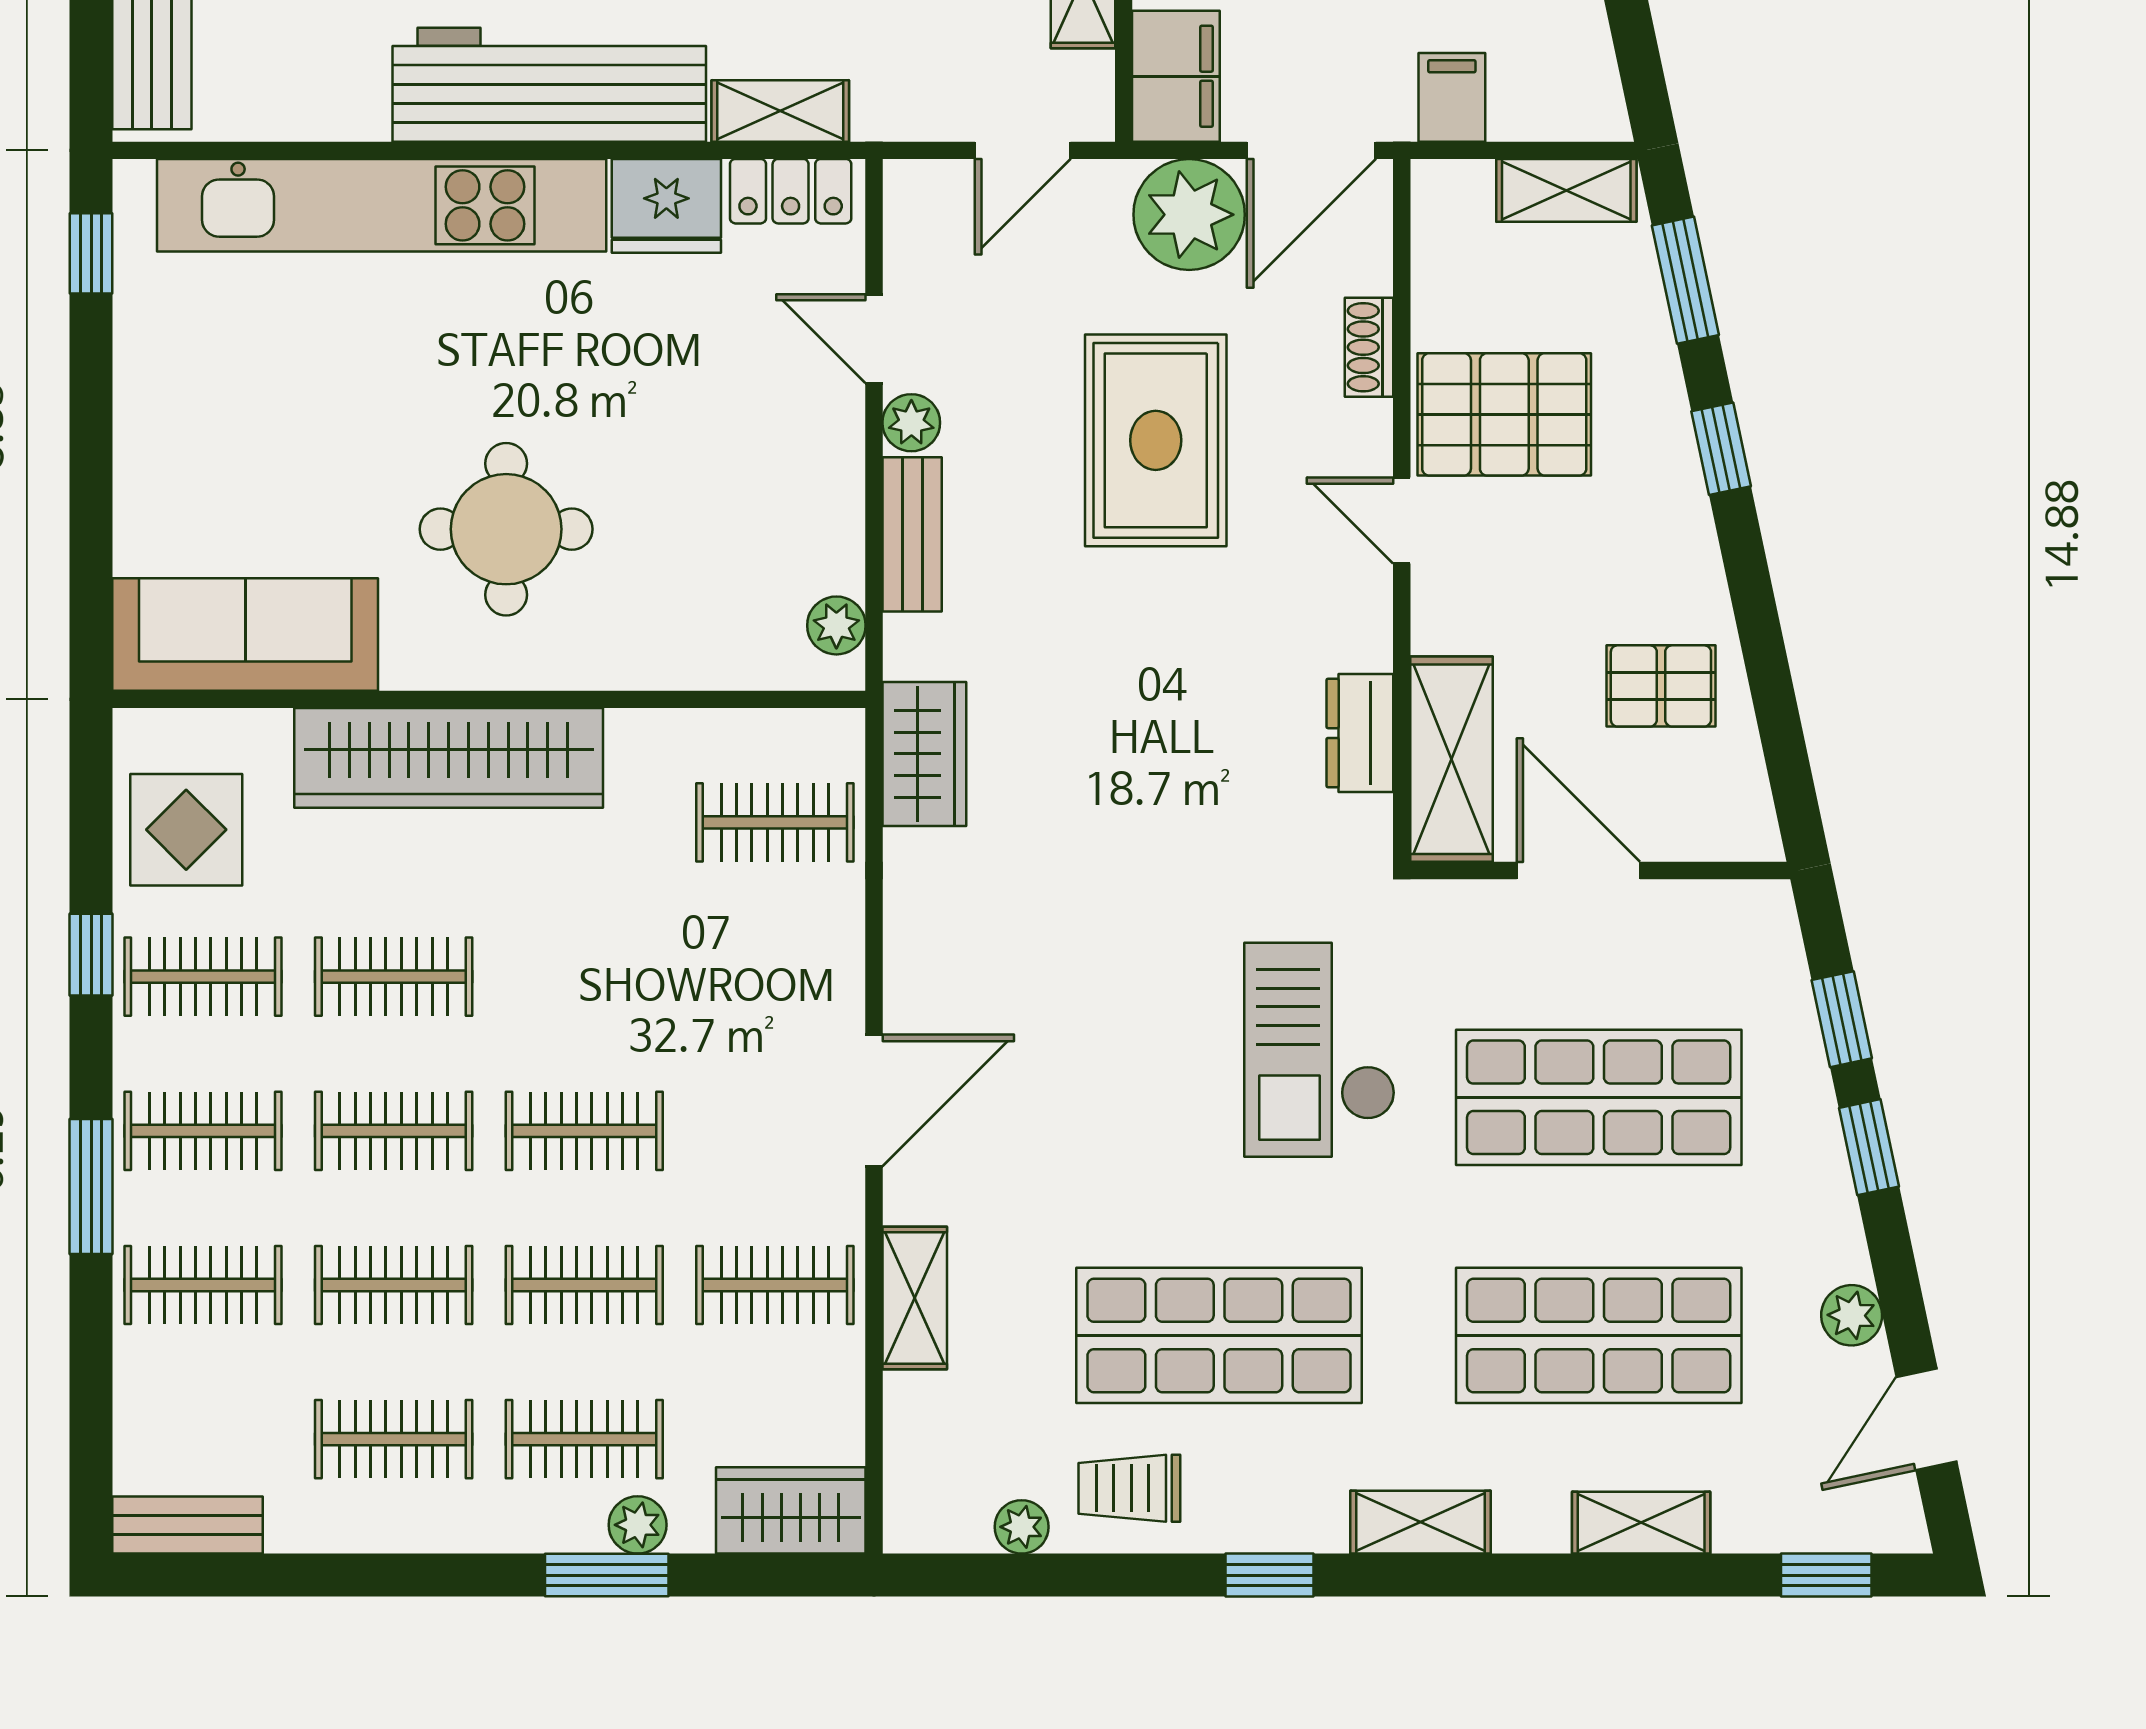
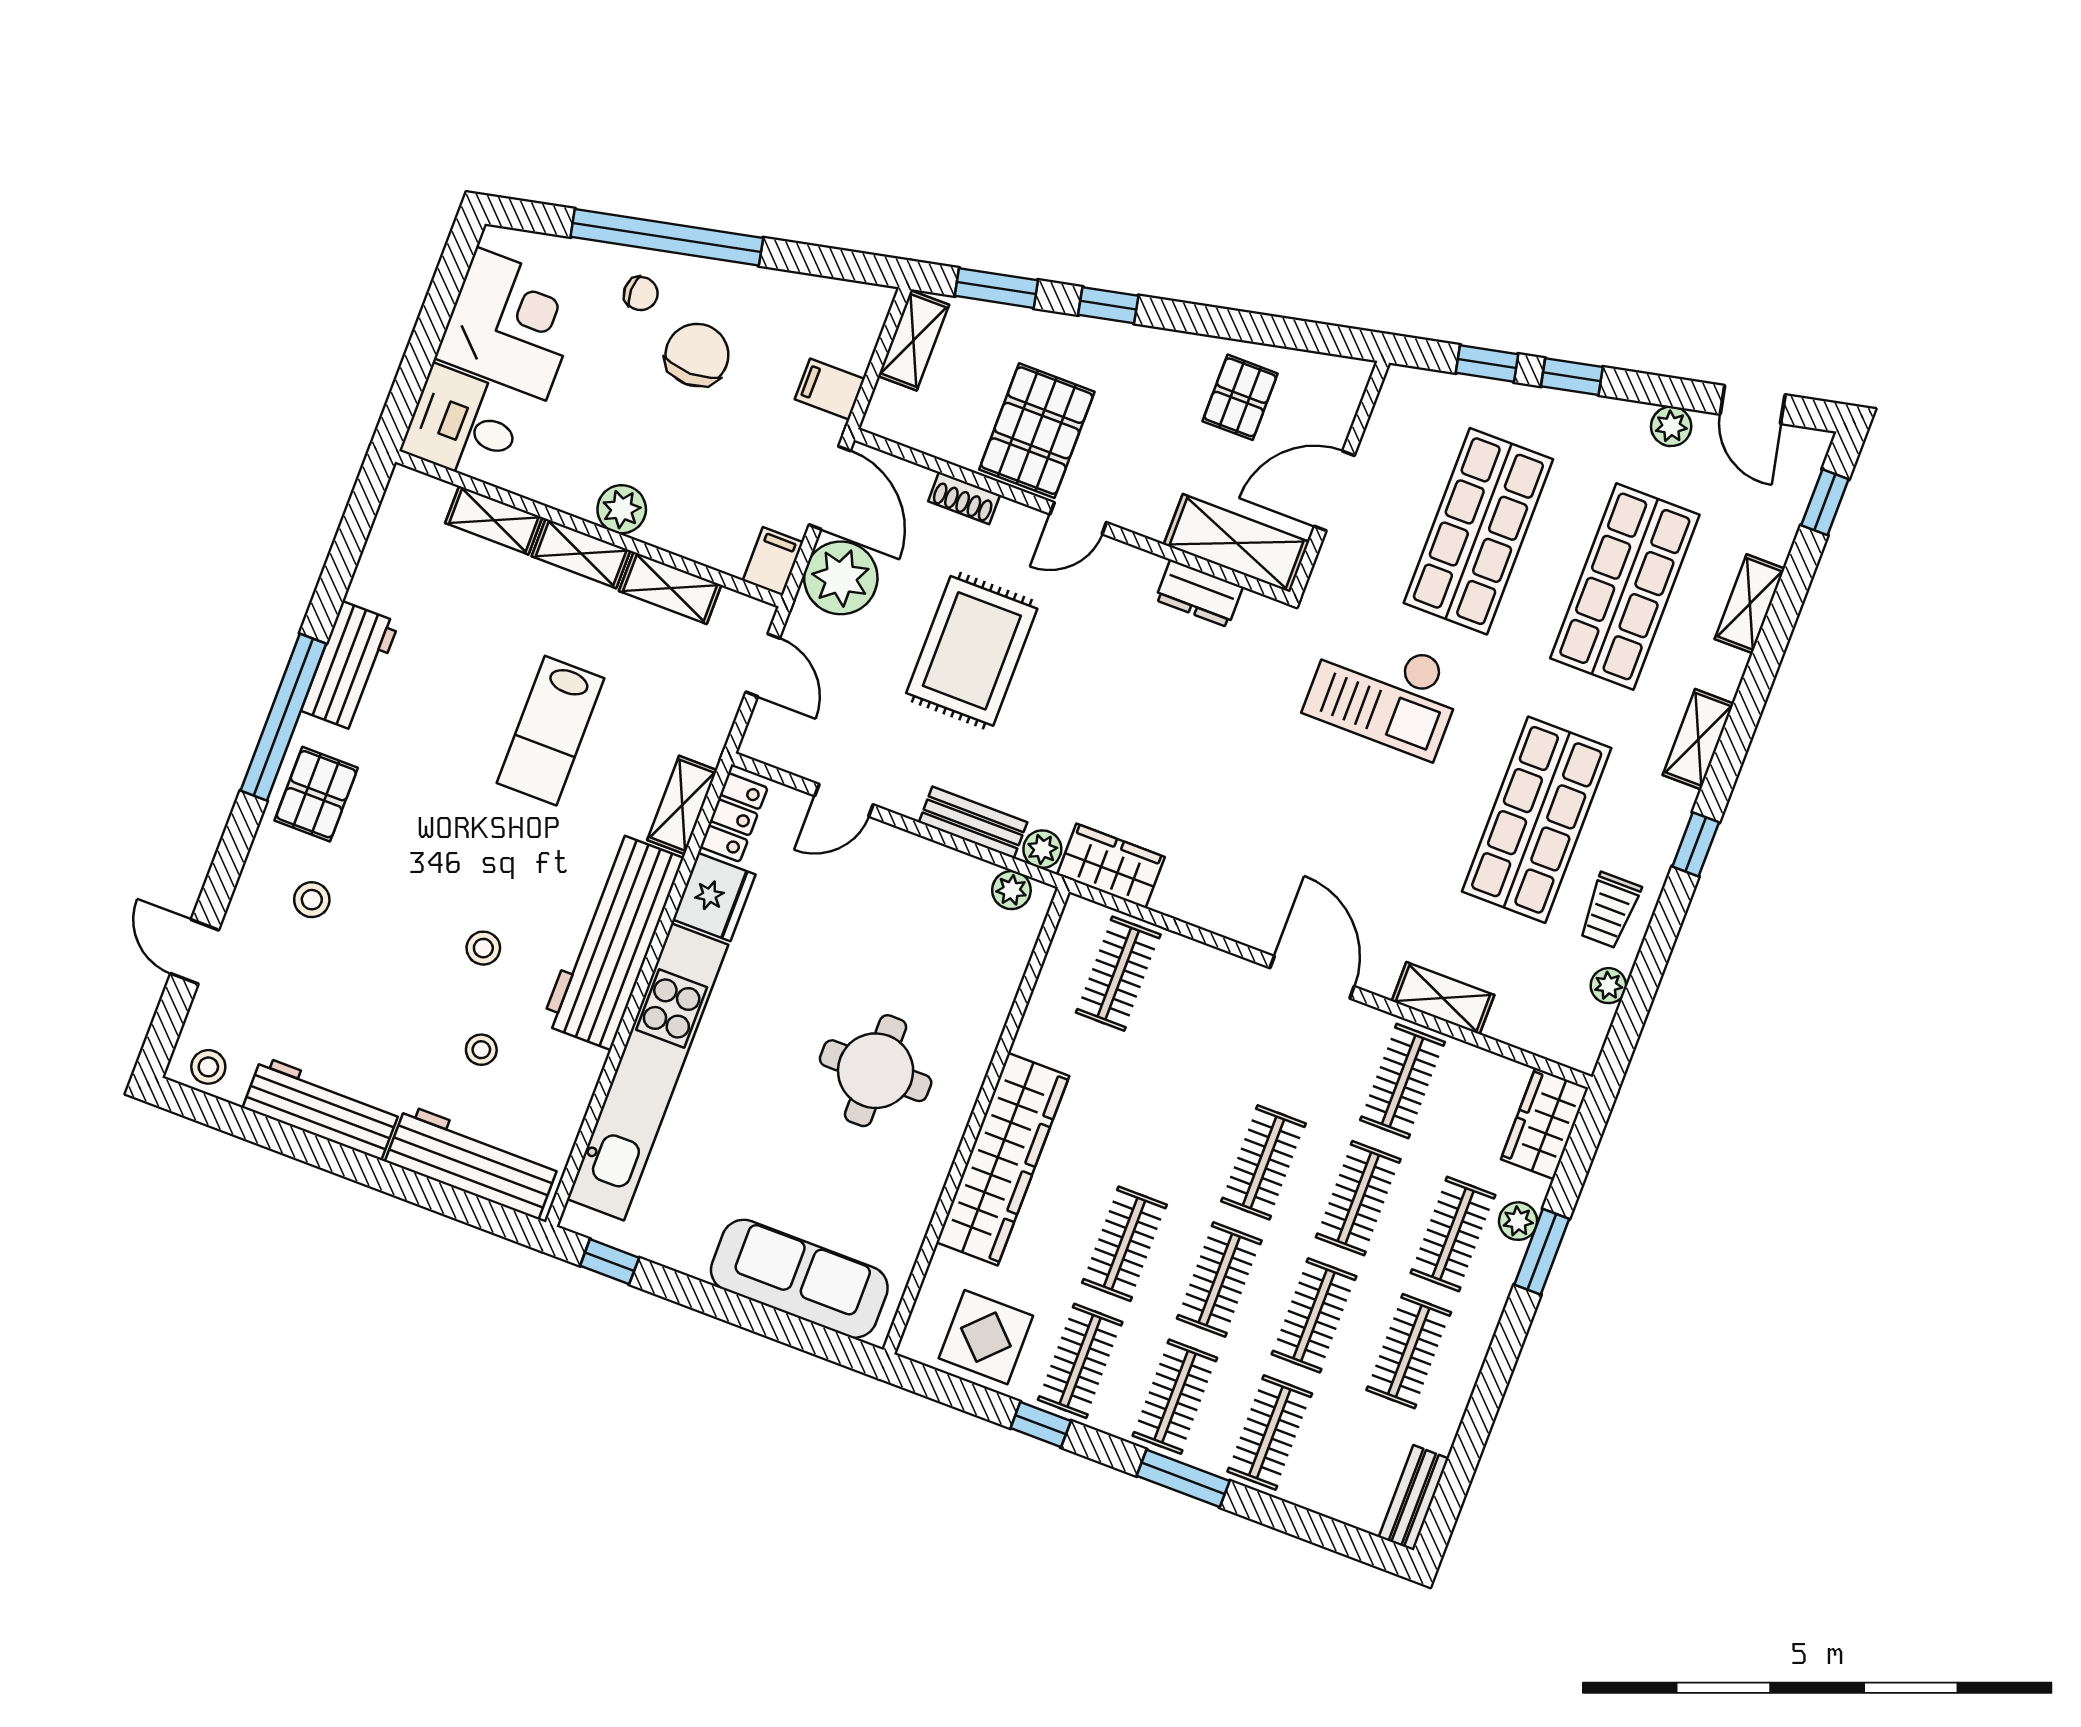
filing cabinet: (1176, 76) -> (773, 561), width x0.50
plant: (911, 423) -> (1042, 849), moved
rug: (1156, 440) -> (972, 651), turned 90
sofa: (245, 634) -> (799, 1279), moved, turned 90

